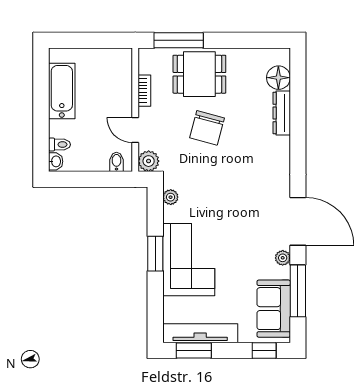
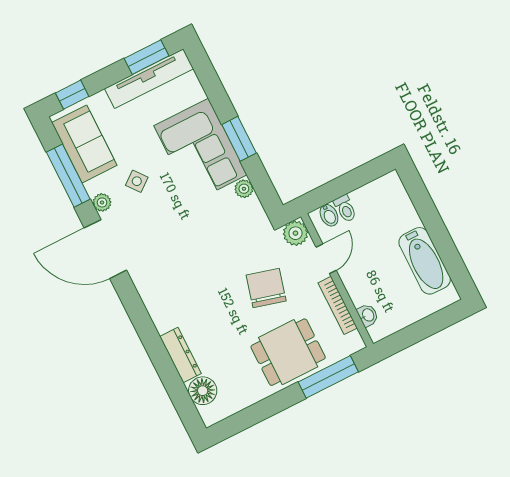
bookcase: (144, 91) -> (338, 305), width x1.56
chair: (207, 128) -> (266, 288), moved
door: (135, 130) -> (326, 259), hinge flipped
toilet: (59, 145) -> (345, 208), moved, turned -90
washbasin: (56, 161) -> (368, 315), moved, turned 180
plant: (171, 197) -> (244, 189), moved
side table: (248, 261) -> (137, 181), added

